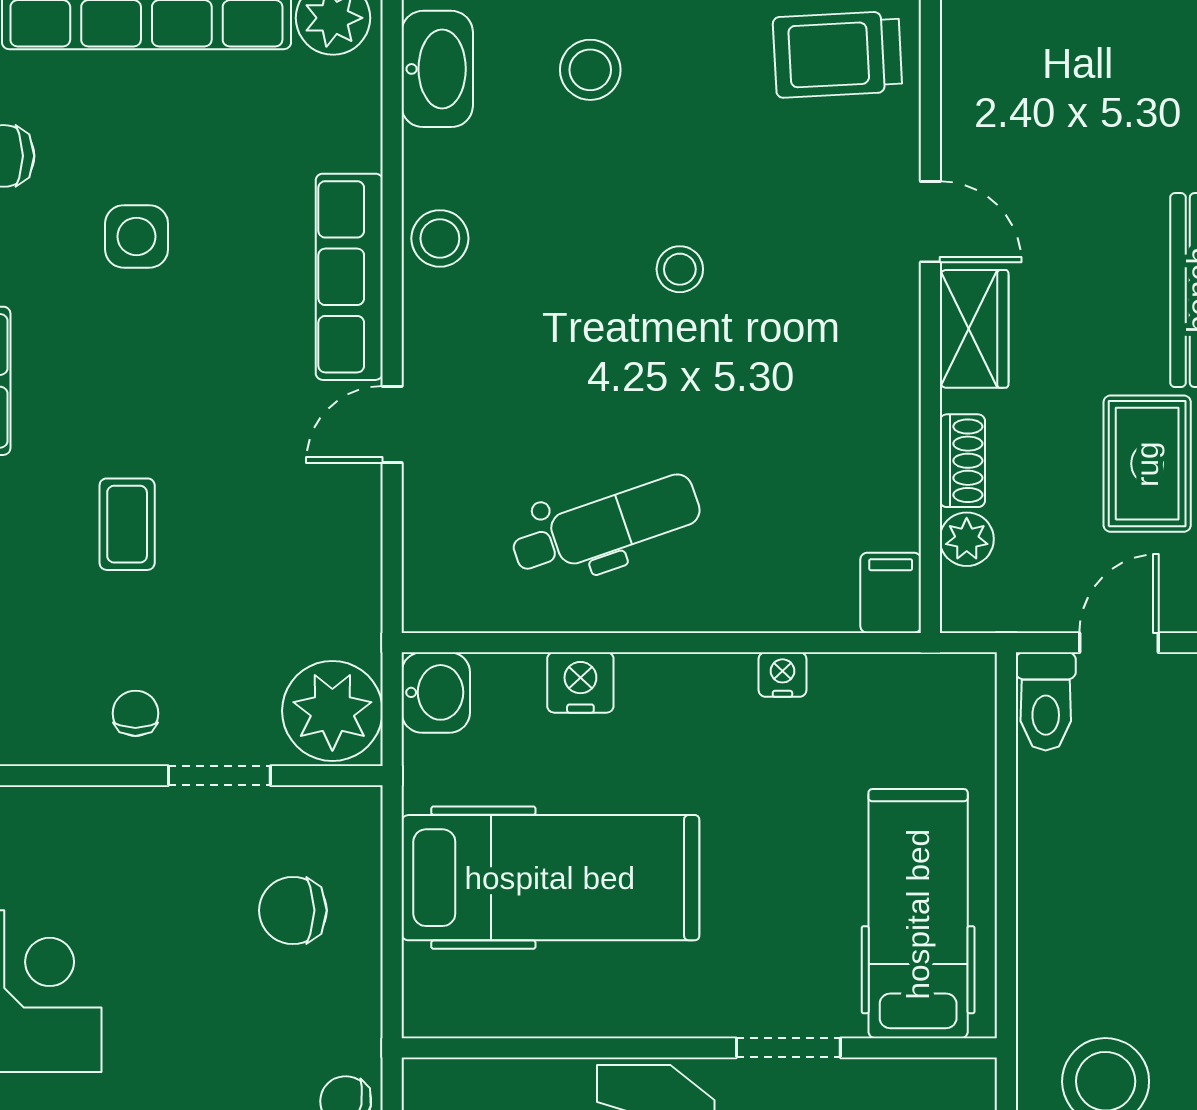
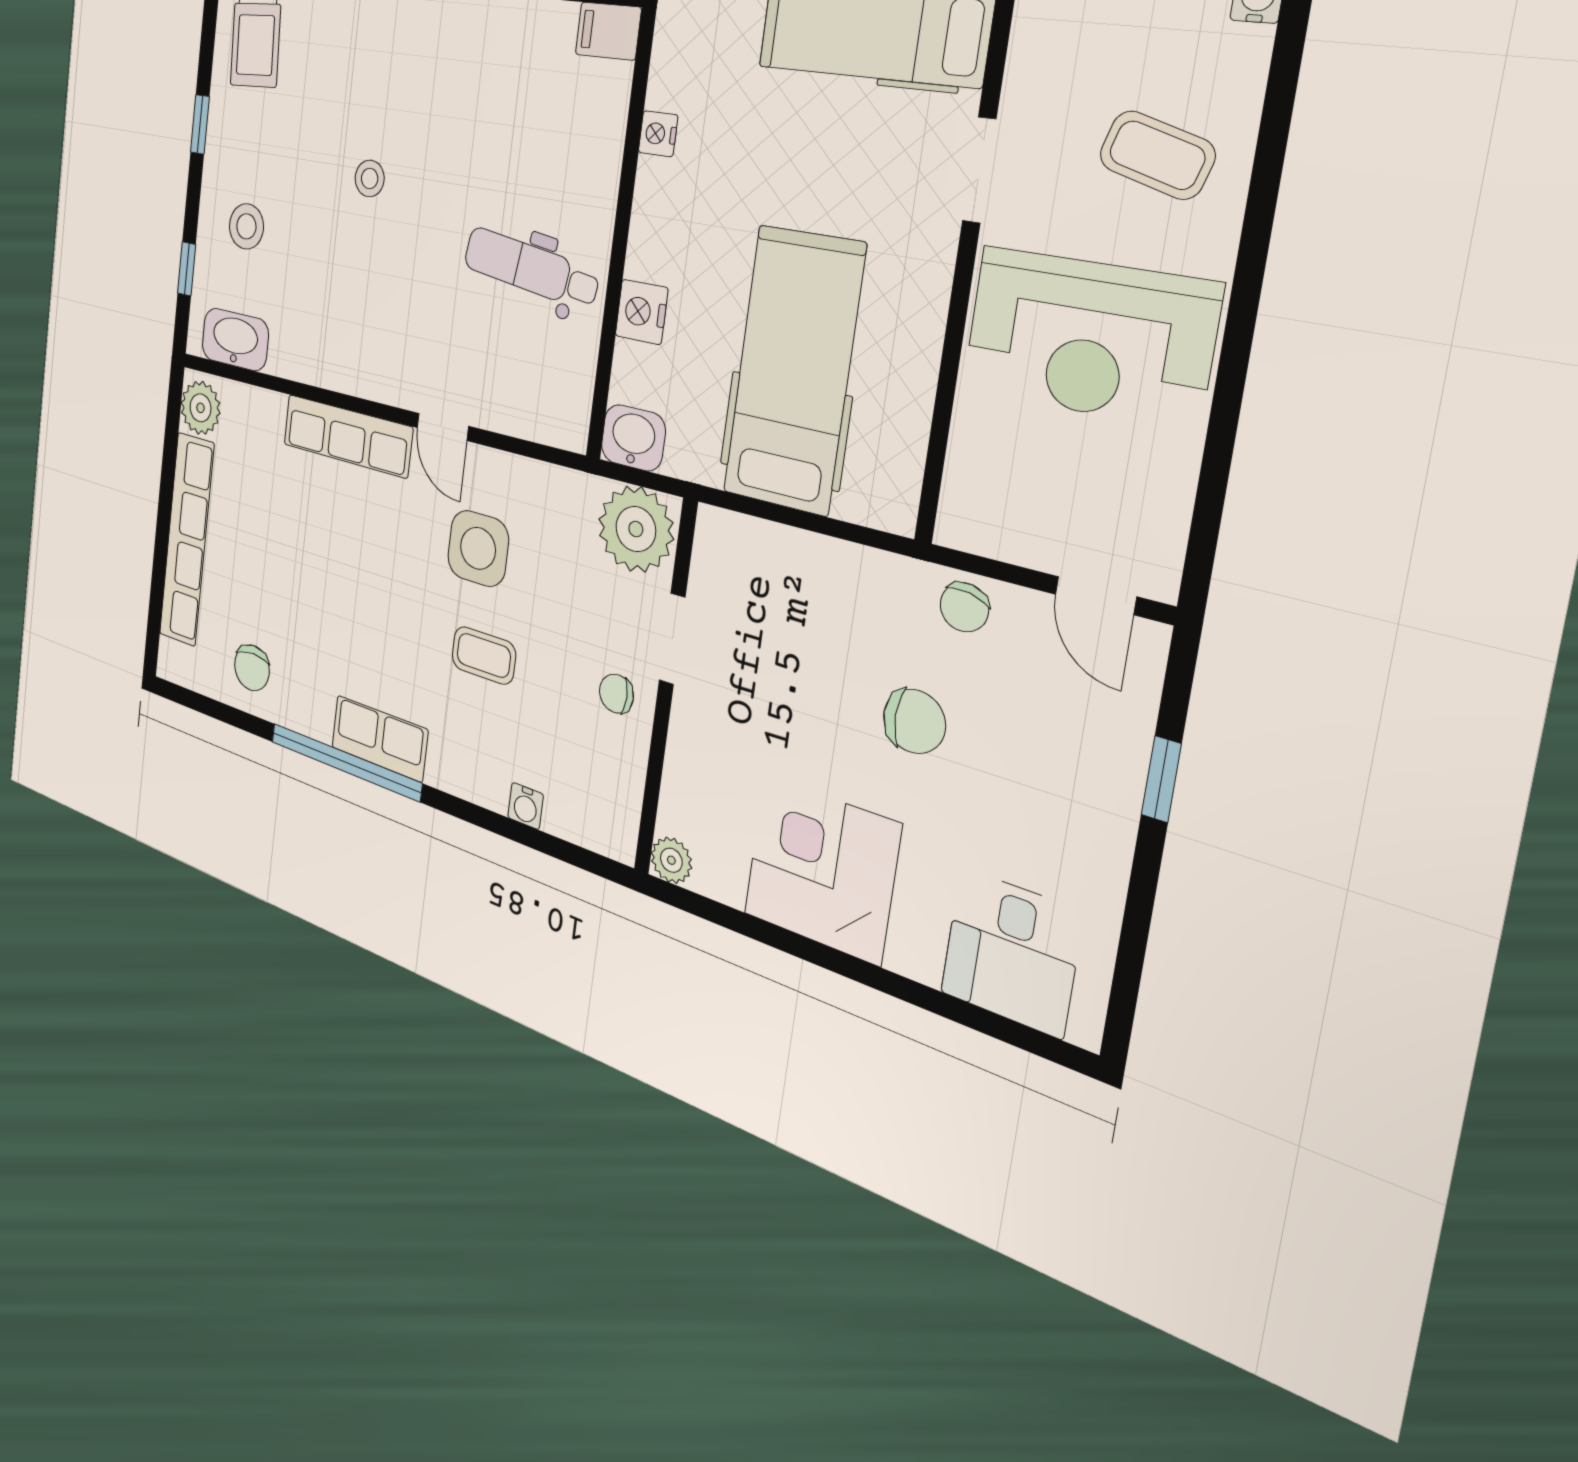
side table: (137, 236) -> (478, 548), moved, width x1.37, depth x1.37
stool: (440, 238) -> (332, 361), removed
dental chair: (606, 526) -> (531, 268), turned -63
chair: (293, 910) -> (914, 721), moved, turned -90

